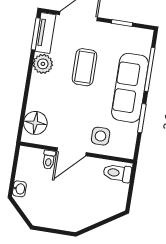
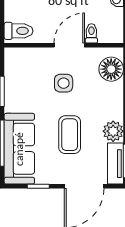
sofa: (130, 88) -> (19, 149), moved
side table: (101, 136) -> (64, 83), moved

